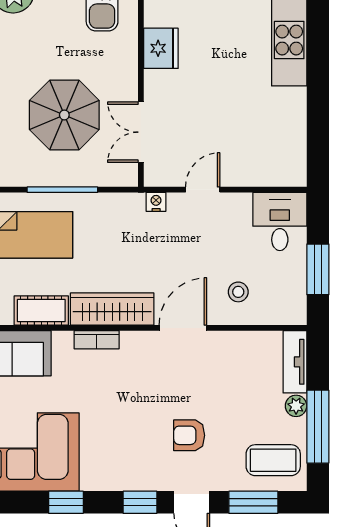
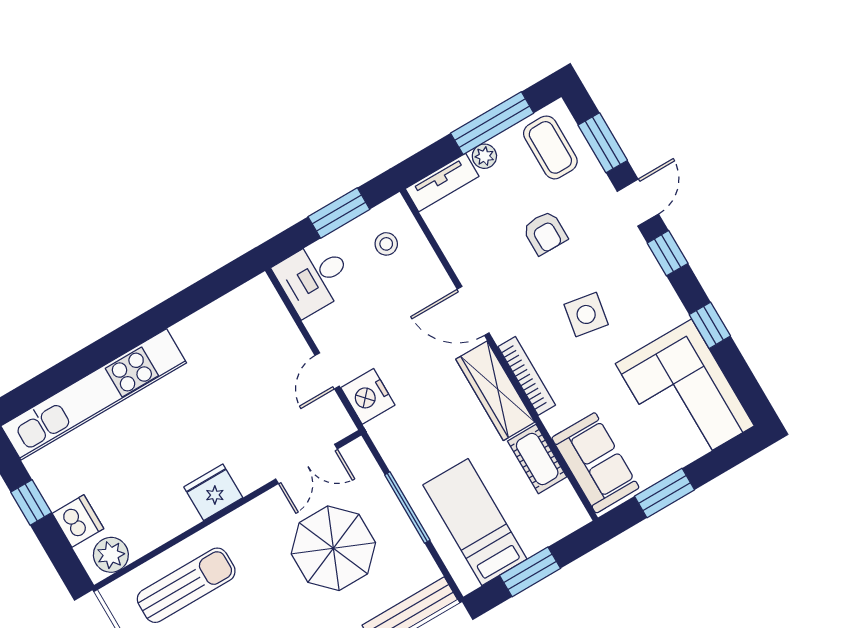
door: (203, 190) -> (327, 371), hinge flipped
nightstand: (156, 202) -> (368, 396), width x1.89, depth x1.79
stool: (238, 292) -> (386, 244), moved
bookcase: (97, 340) -> (527, 376), width x1.56
side table: (130, 413) -> (586, 314), added
armchair: (189, 435) -> (545, 233), moved

